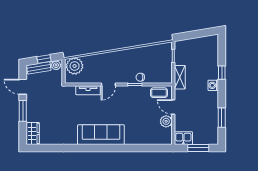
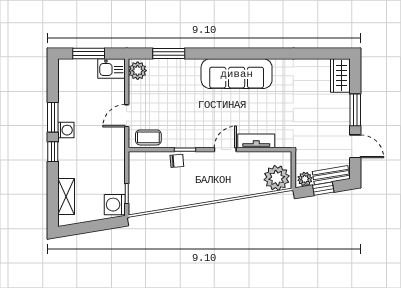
washing machine: (181, 48) -> (115, 205), added
window: (222, 73) -> (53, 152), moved
shelving: (180, 77) -> (66, 197), moved
washing machine: (213, 85) -> (66, 130), moved
door: (173, 107) -> (127, 116), swing flipped
window: (222, 118) -> (53, 117), moved
plant: (166, 121) -> (138, 71), moved
window: (146, 148) -> (169, 53), added

